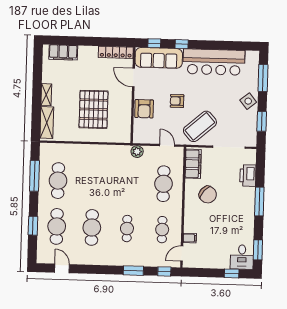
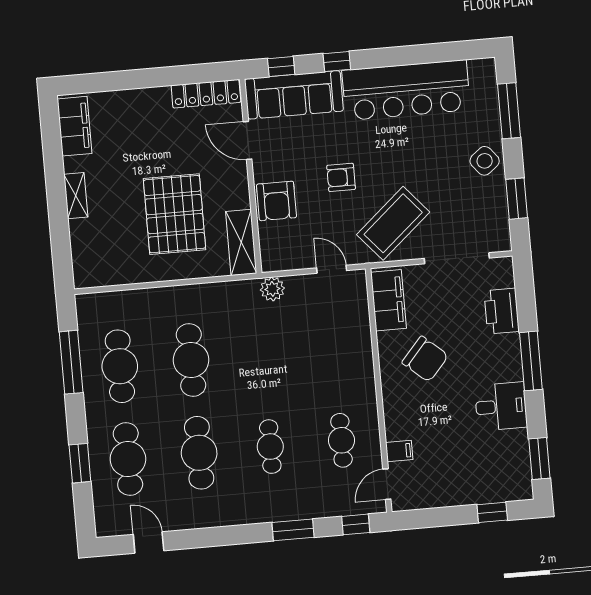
filing cabinet: (63, 52) -> (75, 126), moved, turned -90
shelving: (47, 123) -> (241, 242), moved
cafe table: (164, 184) -> (191, 360), moved
desk: (242, 257) -> (501, 406), moved, turned -90

